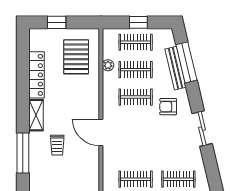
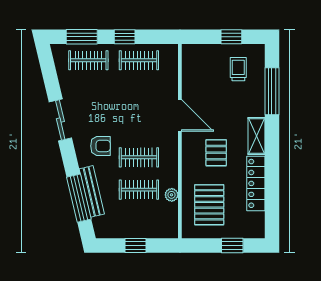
clothes rail: (136, 42) -> (139, 222), removed
pallet: (70, 101) -> (216, 153), added
trolley: (57, 145) -> (238, 69), moved

